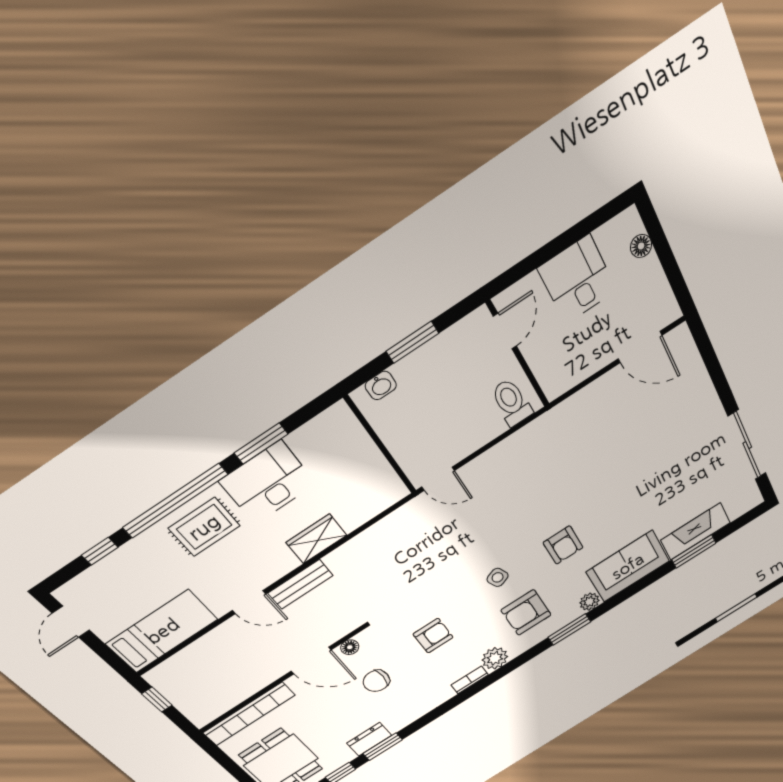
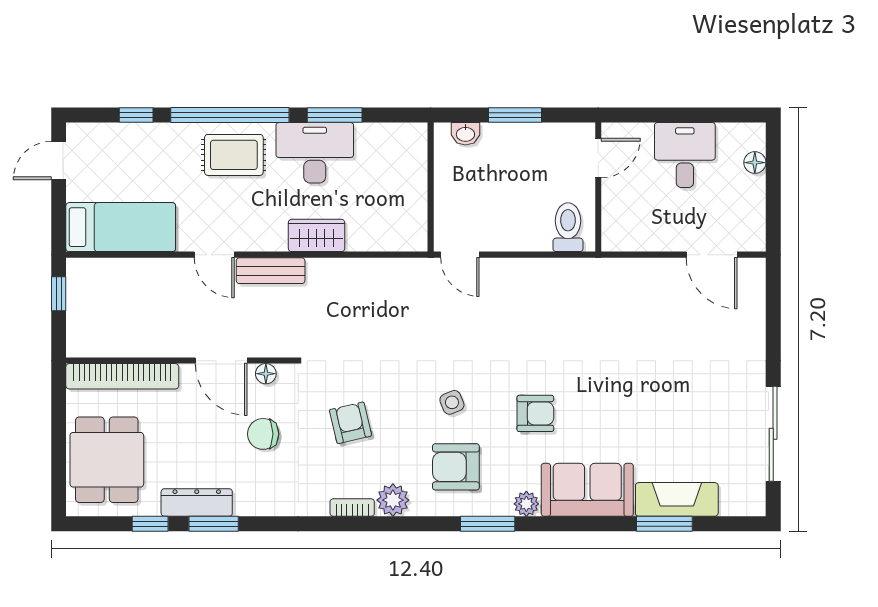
armchair: (563, 545) -> (535, 413), turned -90
armchair: (433, 636) -> (351, 423), turned -103
dresser: (369, 739) -> (197, 502), width x1.44

